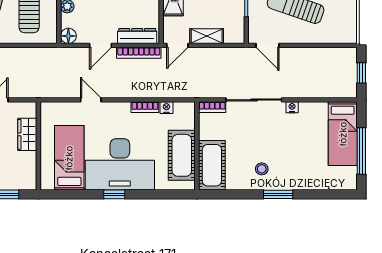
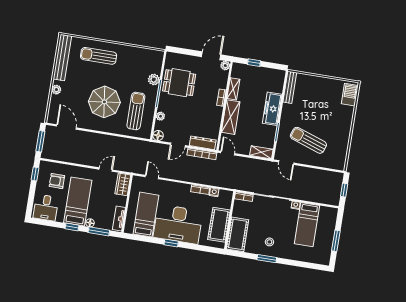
shelving: (207, 36) -> (261, 152), moved
door: (177, 45) -> (228, 153), swing flipped
door: (91, 100) -> (152, 177), moved
wardrobe: (27, 134) -> (123, 184), moved
bed: (343, 134) -> (307, 225), moved
window: (361, 151) -> (336, 241), width x0.69
tv unit: (30, 170) -> (119, 219), added
window: (278, 194) -> (267, 259), moved

